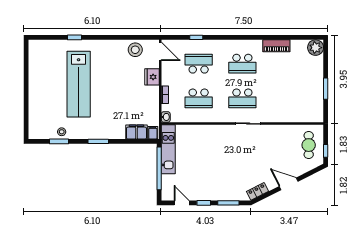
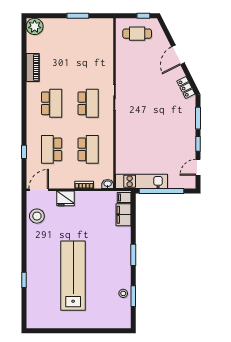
lab bench: (79, 84) -> (73, 276), turned -90

